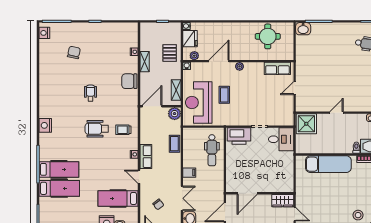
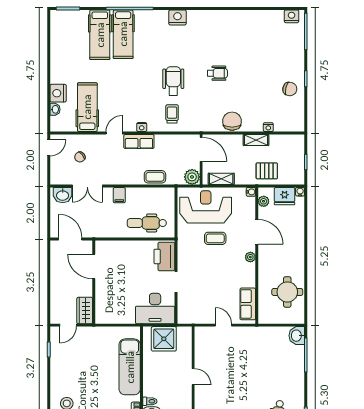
chair: (74, 52) -> (290, 89), moved
shower: (306, 124) -> (164, 339), moved
desk: (281, 139) -> (155, 308), width x1.37

